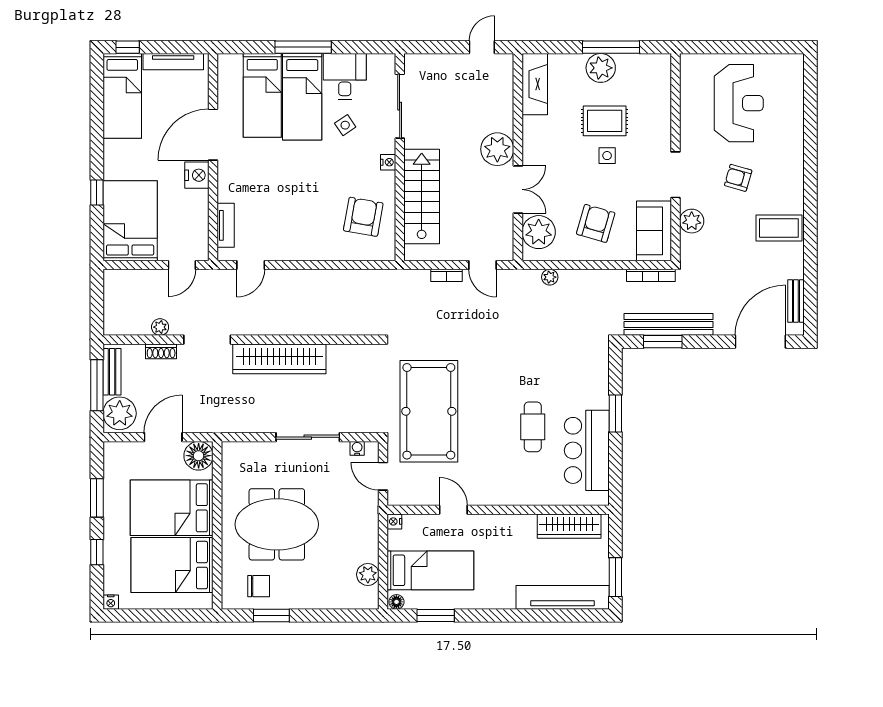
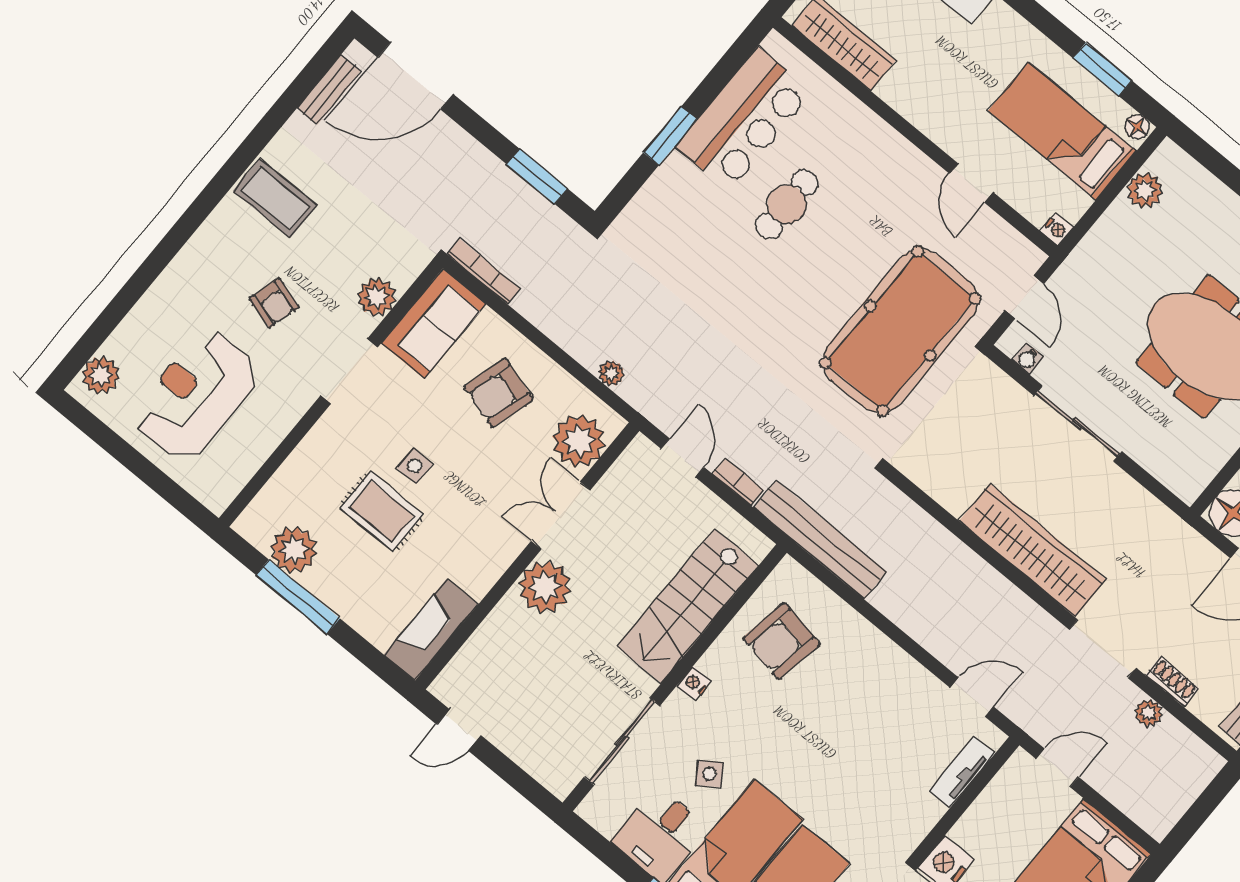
plant: (601, 68) -> (294, 550), moved
plant: (792, 75) -> (101, 375), added
bench: (668, 324) -> (820, 540), moved

